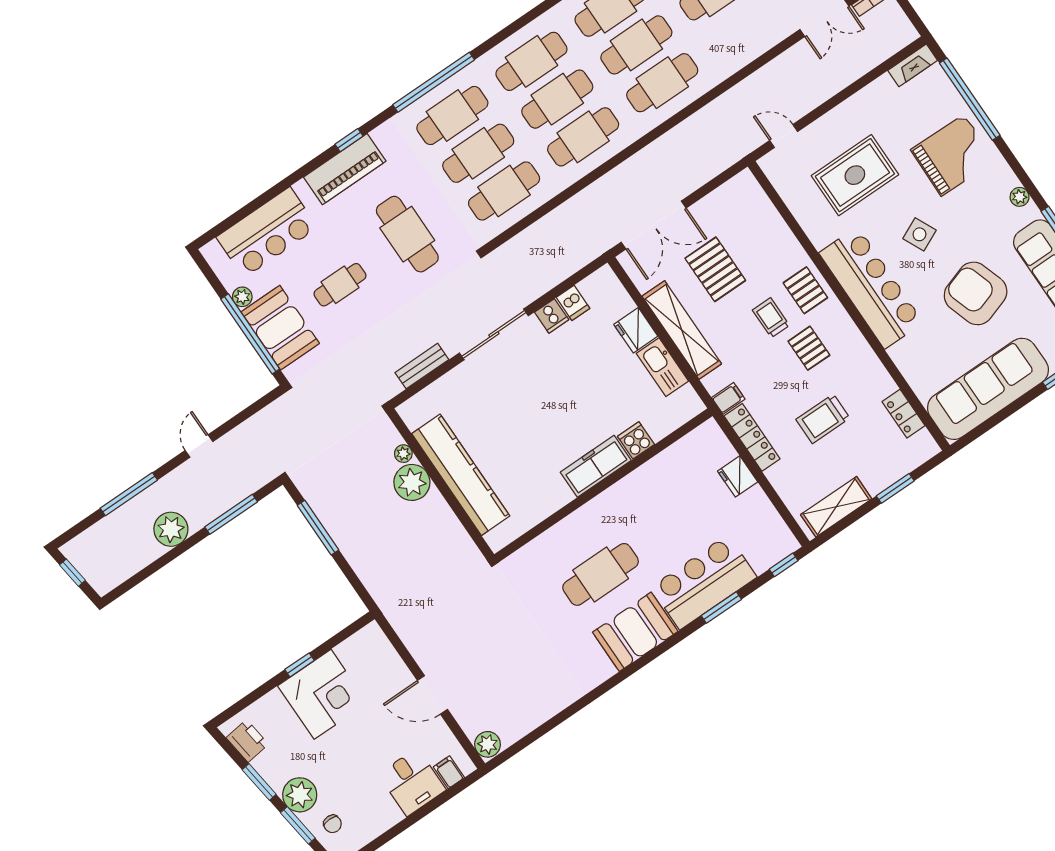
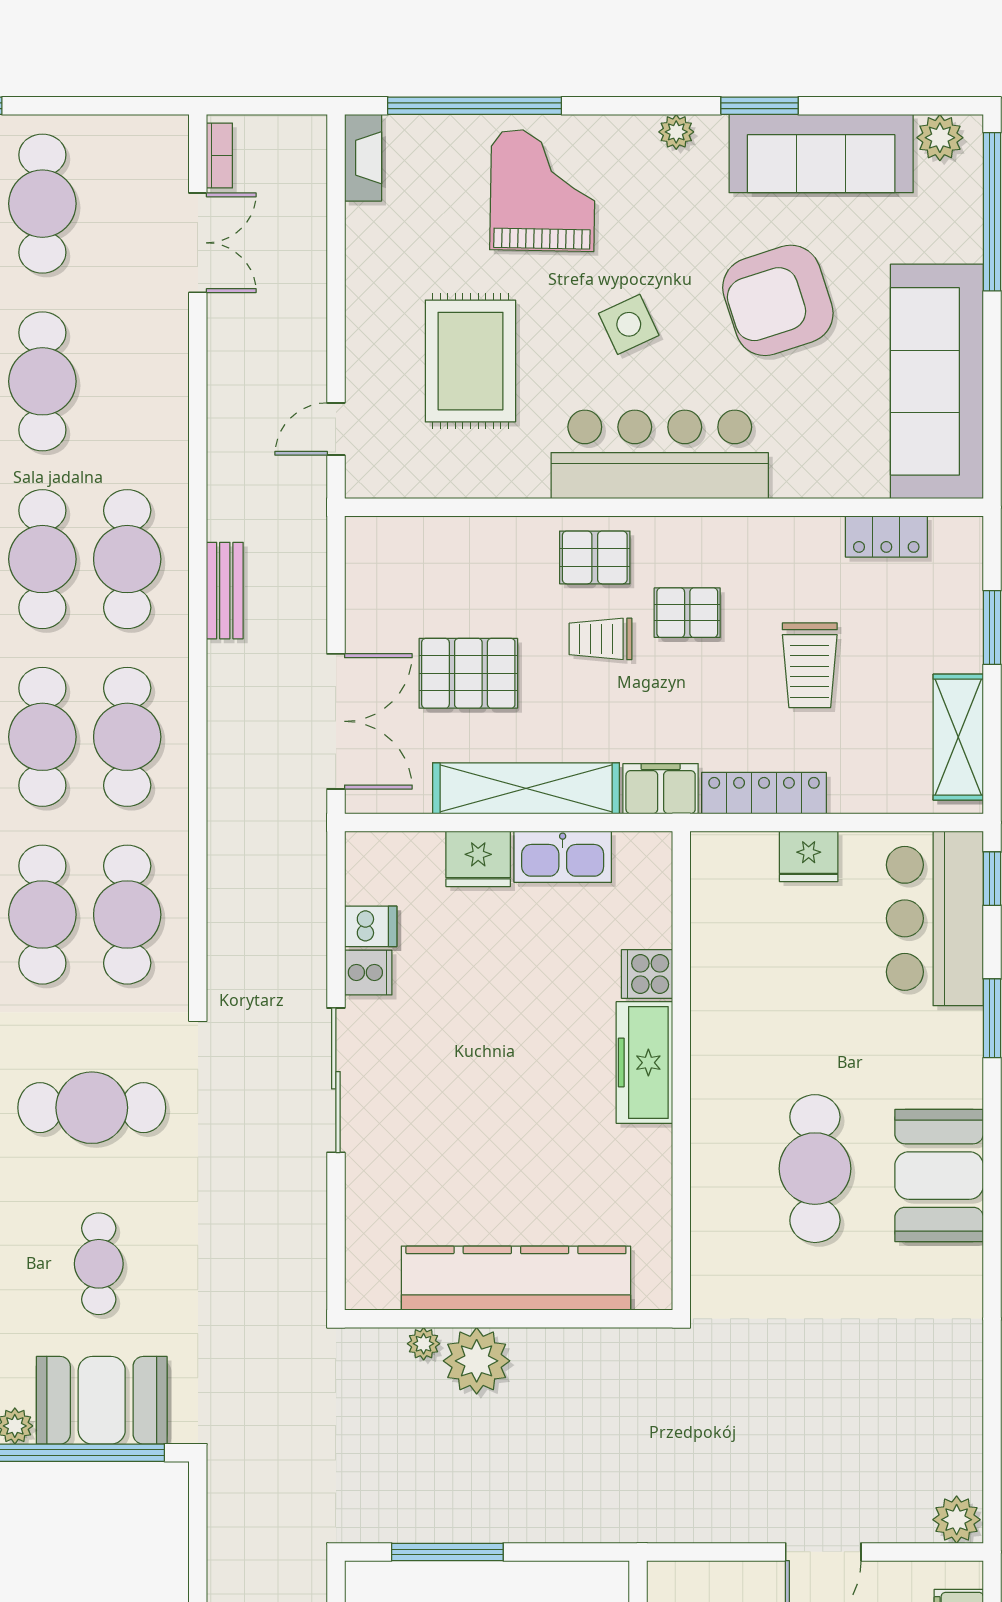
bench: (422, 366) -> (225, 591), moved
filing cabinet: (728, 398) -> (661, 789), width x2.00
bar counter: (704, 582) -> (935, 918), moved

